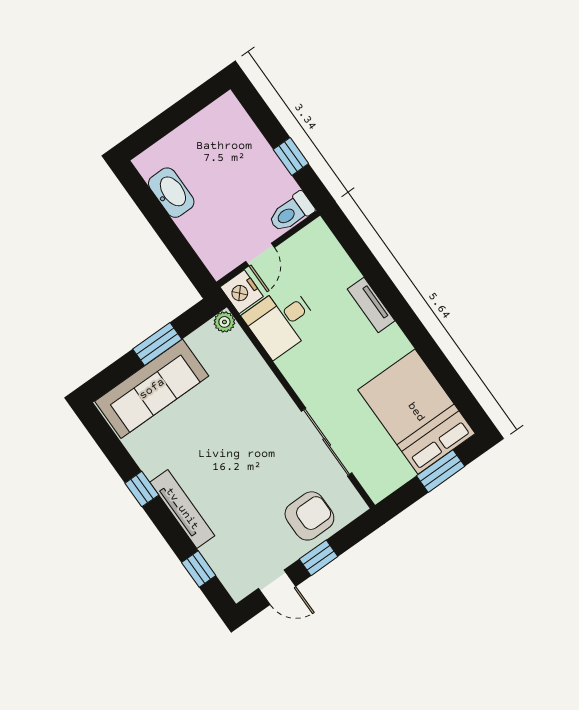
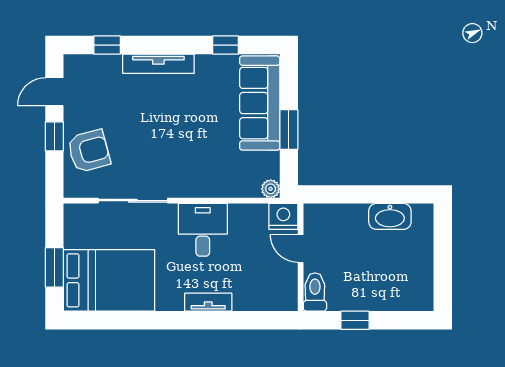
desk: (281, 321) -> (203, 230), moved
window: (142, 489) -> (225, 45), moved
armchair: (309, 516) -> (89, 151), turned -105

